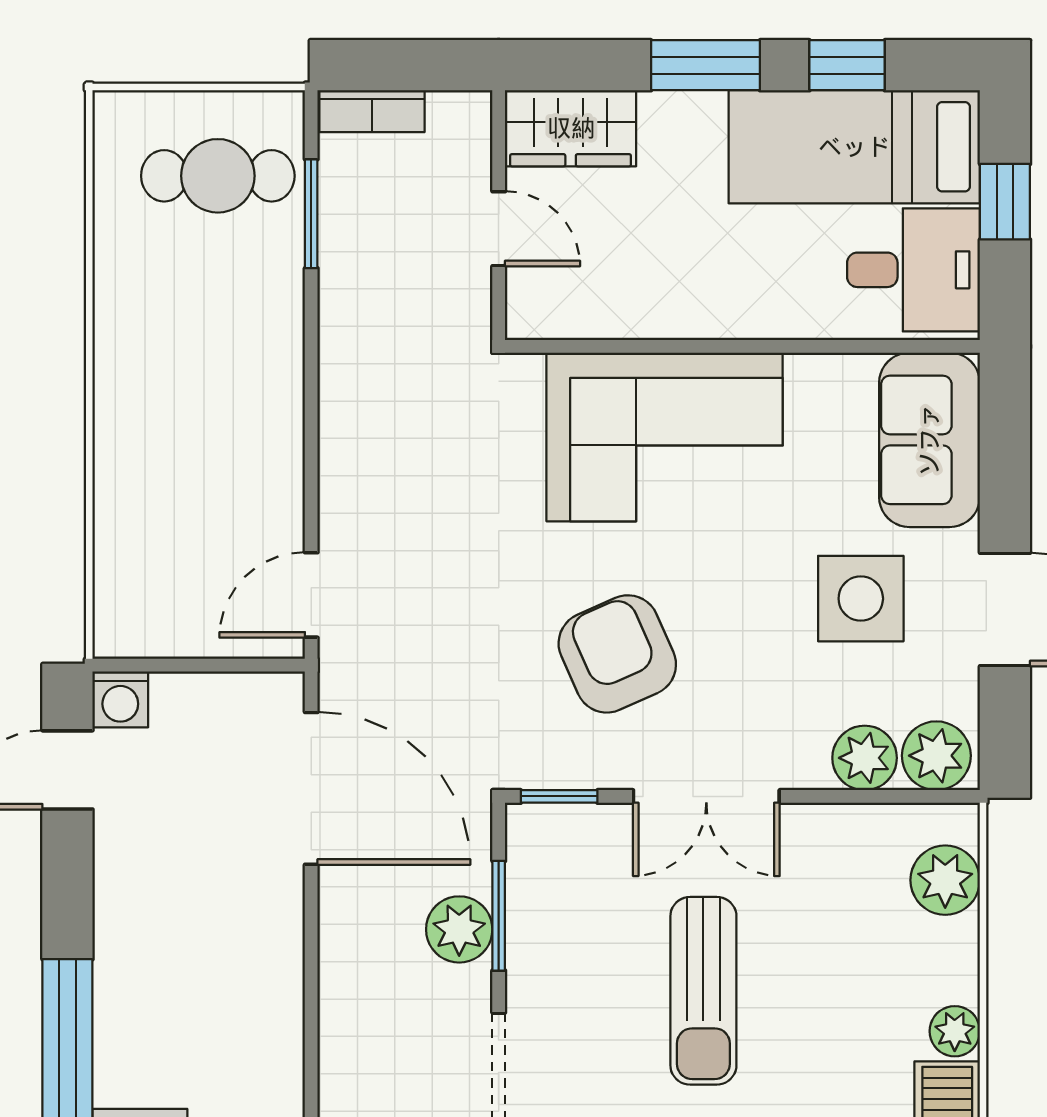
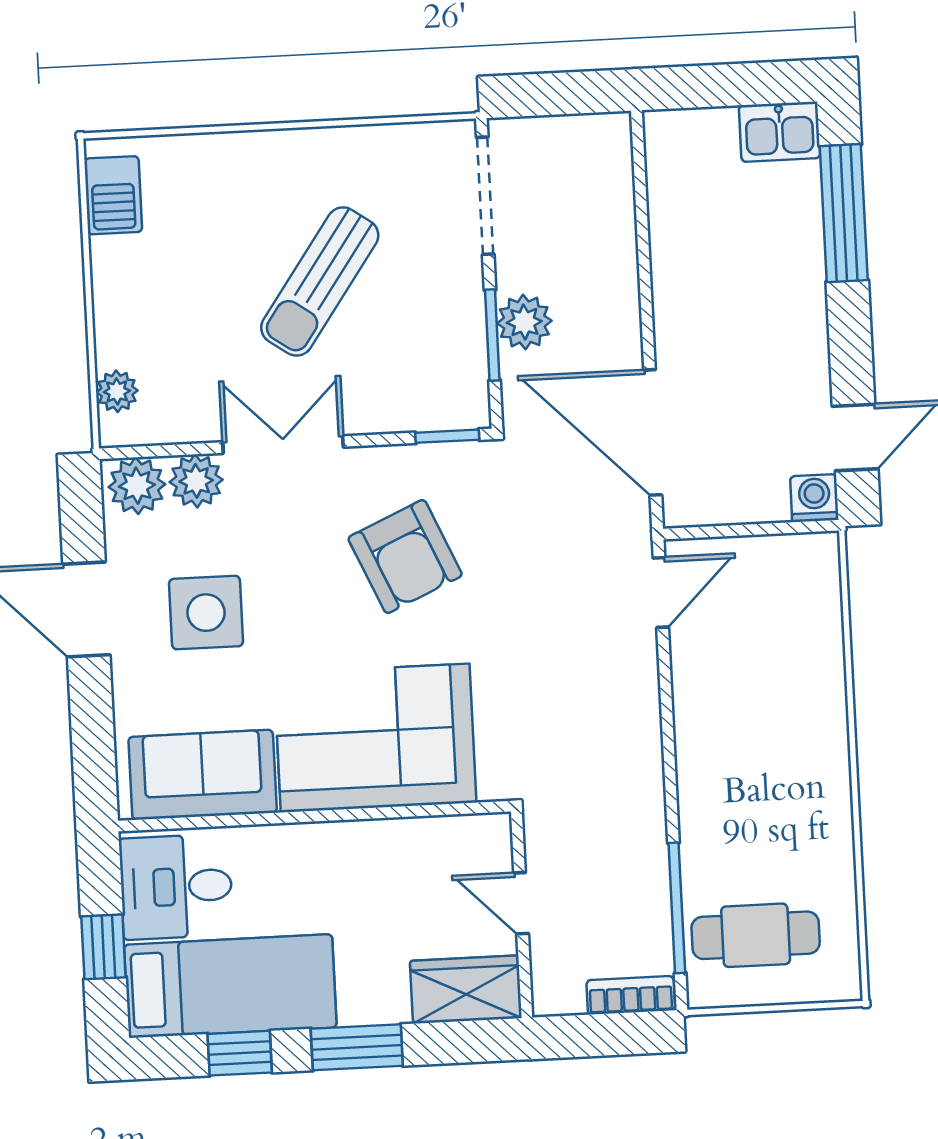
window: (311, 214) -> (677, 908), width x1.44
sofa: (929, 440) -> (203, 775), moved, turned -90
double door: (706, 796) -> (283, 445), moved
plant: (945, 880) -> (117, 391), width x0.73, depth x0.73
sun lounger: (703, 991) -> (320, 281), turned -145
plant: (955, 1031) -> (110, 259), removed

